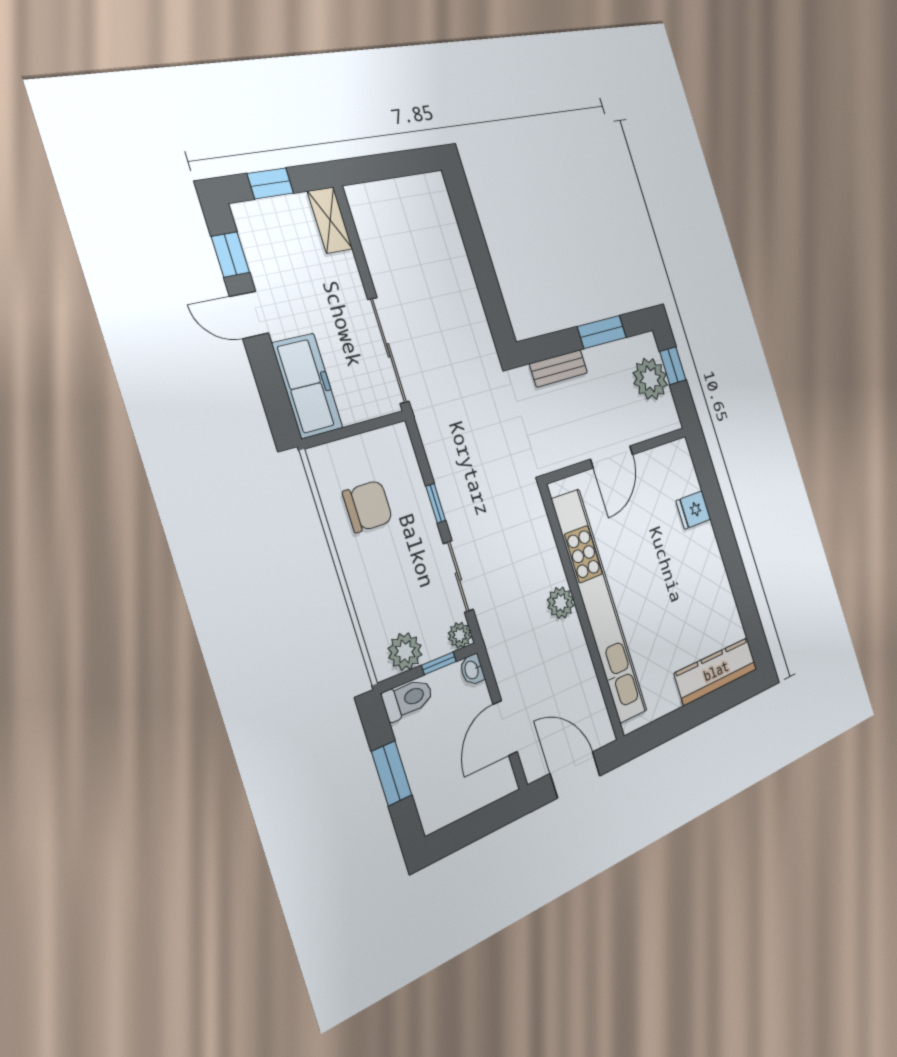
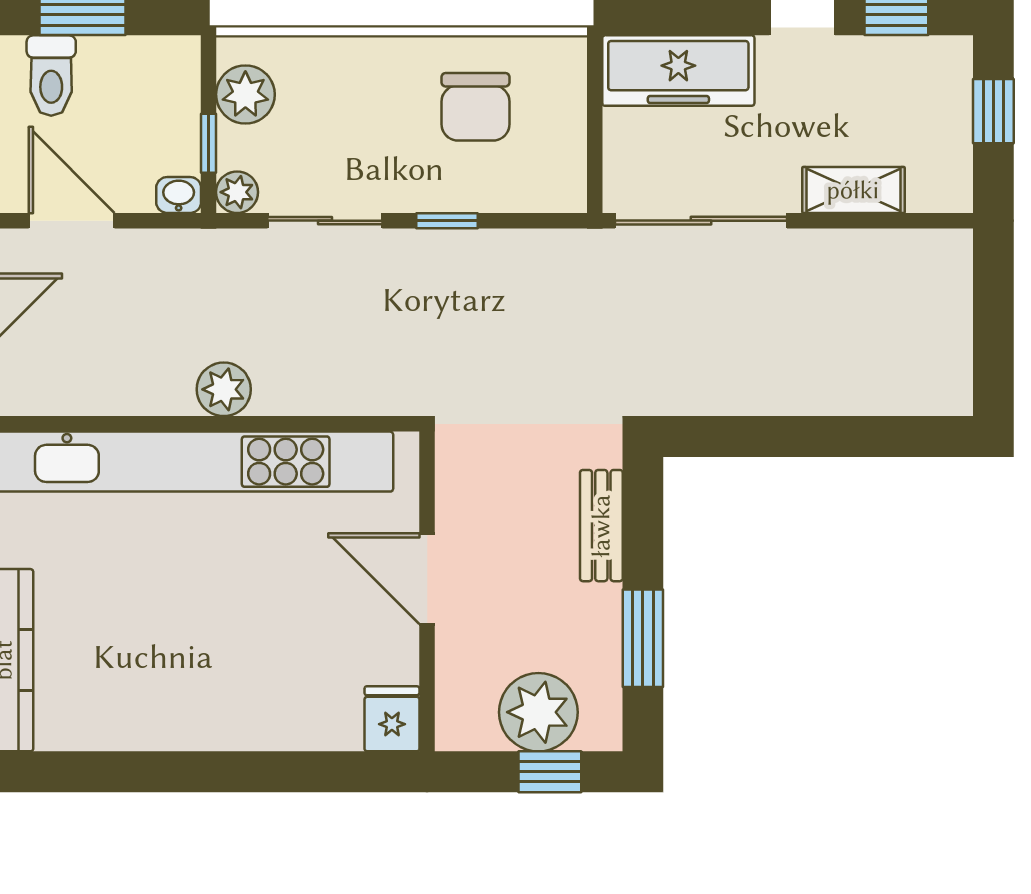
shelving: (330, 220) -> (853, 190), moved
fridge: (693, 510) -> (392, 719), moved
toilet: (408, 699) -> (51, 76), moved

